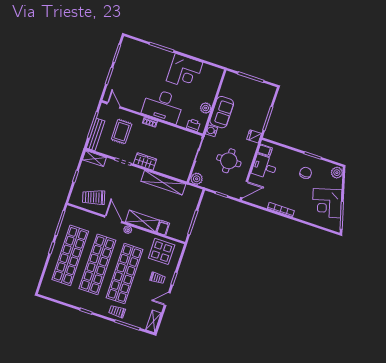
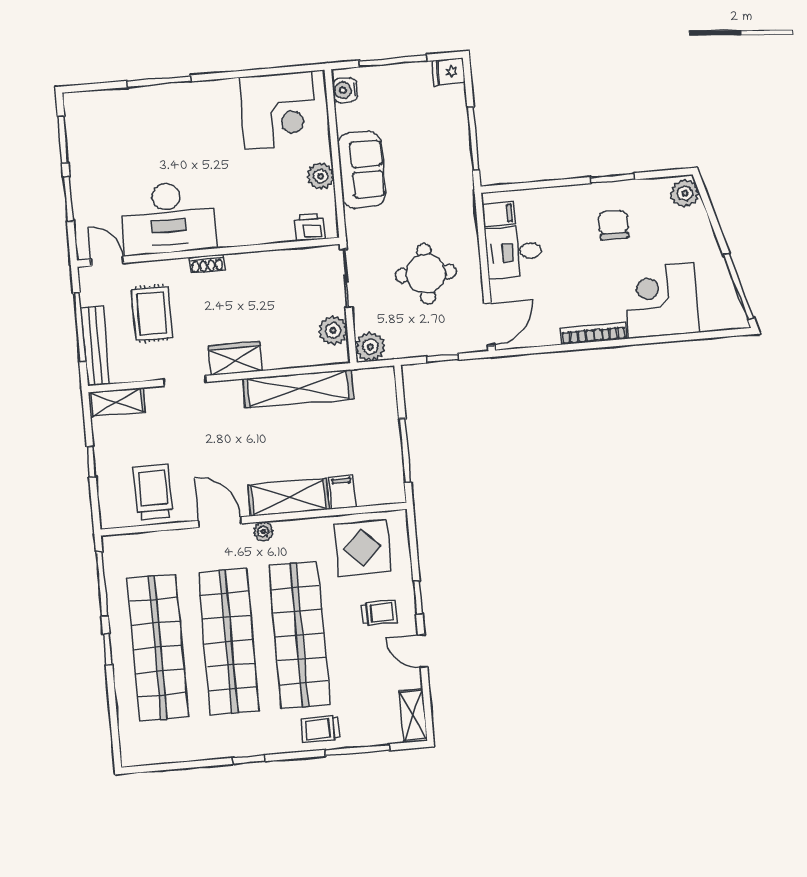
corner desk: (185, 72) -> (278, 110), moved
desk: (163, 106) -> (168, 218), moved
water cooler: (211, 131) -> (345, 90), moved
fridge: (254, 136) -> (449, 72), moved
plant: (186, 167) -> (333, 330), added
trolley: (94, 197) -> (153, 492), turned 107
corner desk: (327, 203) -> (661, 300), moved, turned 106
door: (167, 299) -> (423, 651), hinge flipped

